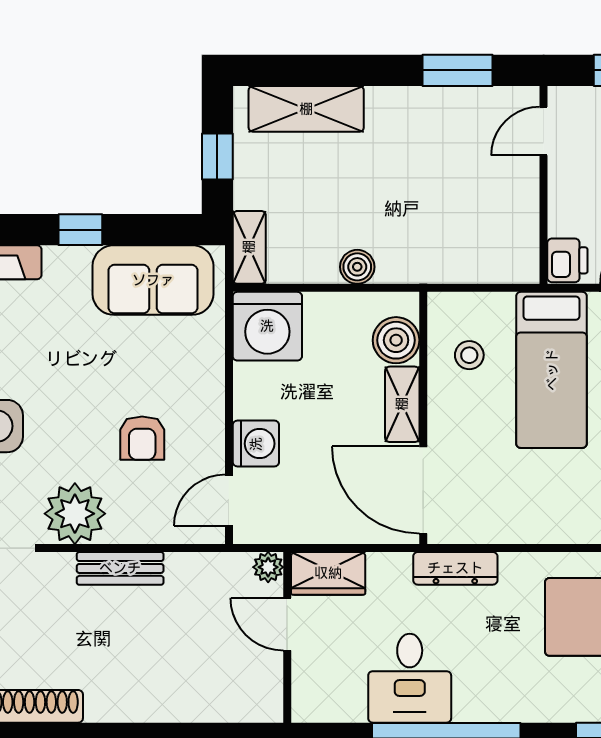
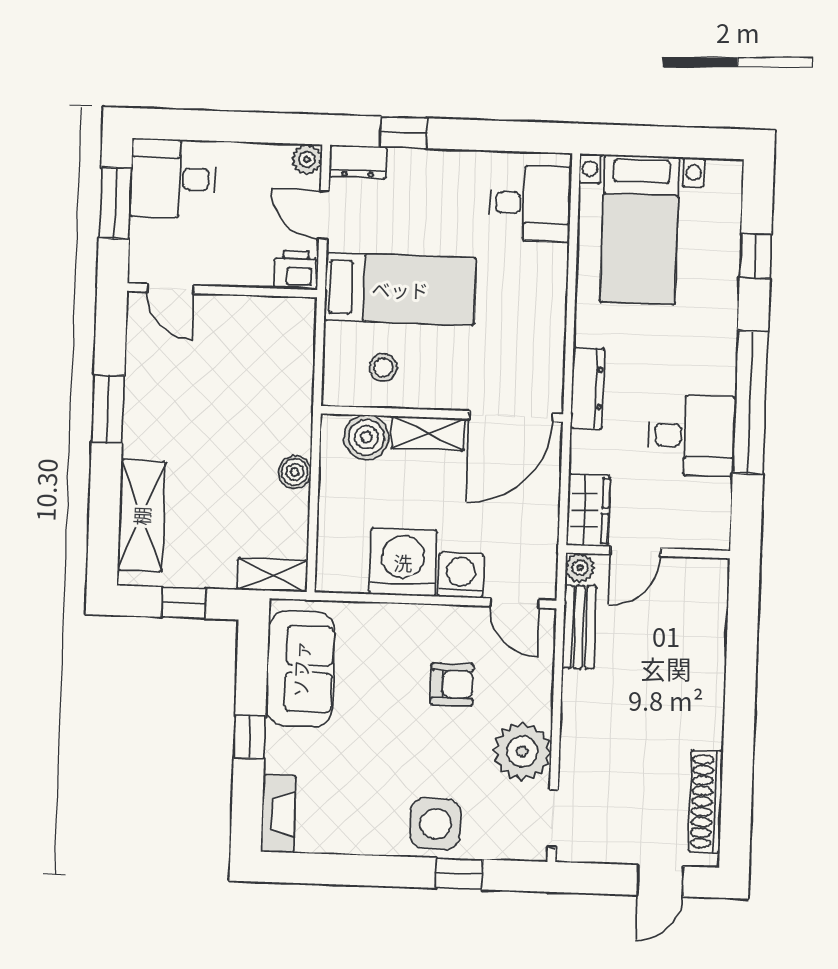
window: (457, 70) -> (108, 409), moved
washing machine: (267, 326) -> (403, 562), moved, turned -90
bench: (120, 568) -> (579, 627), moved

